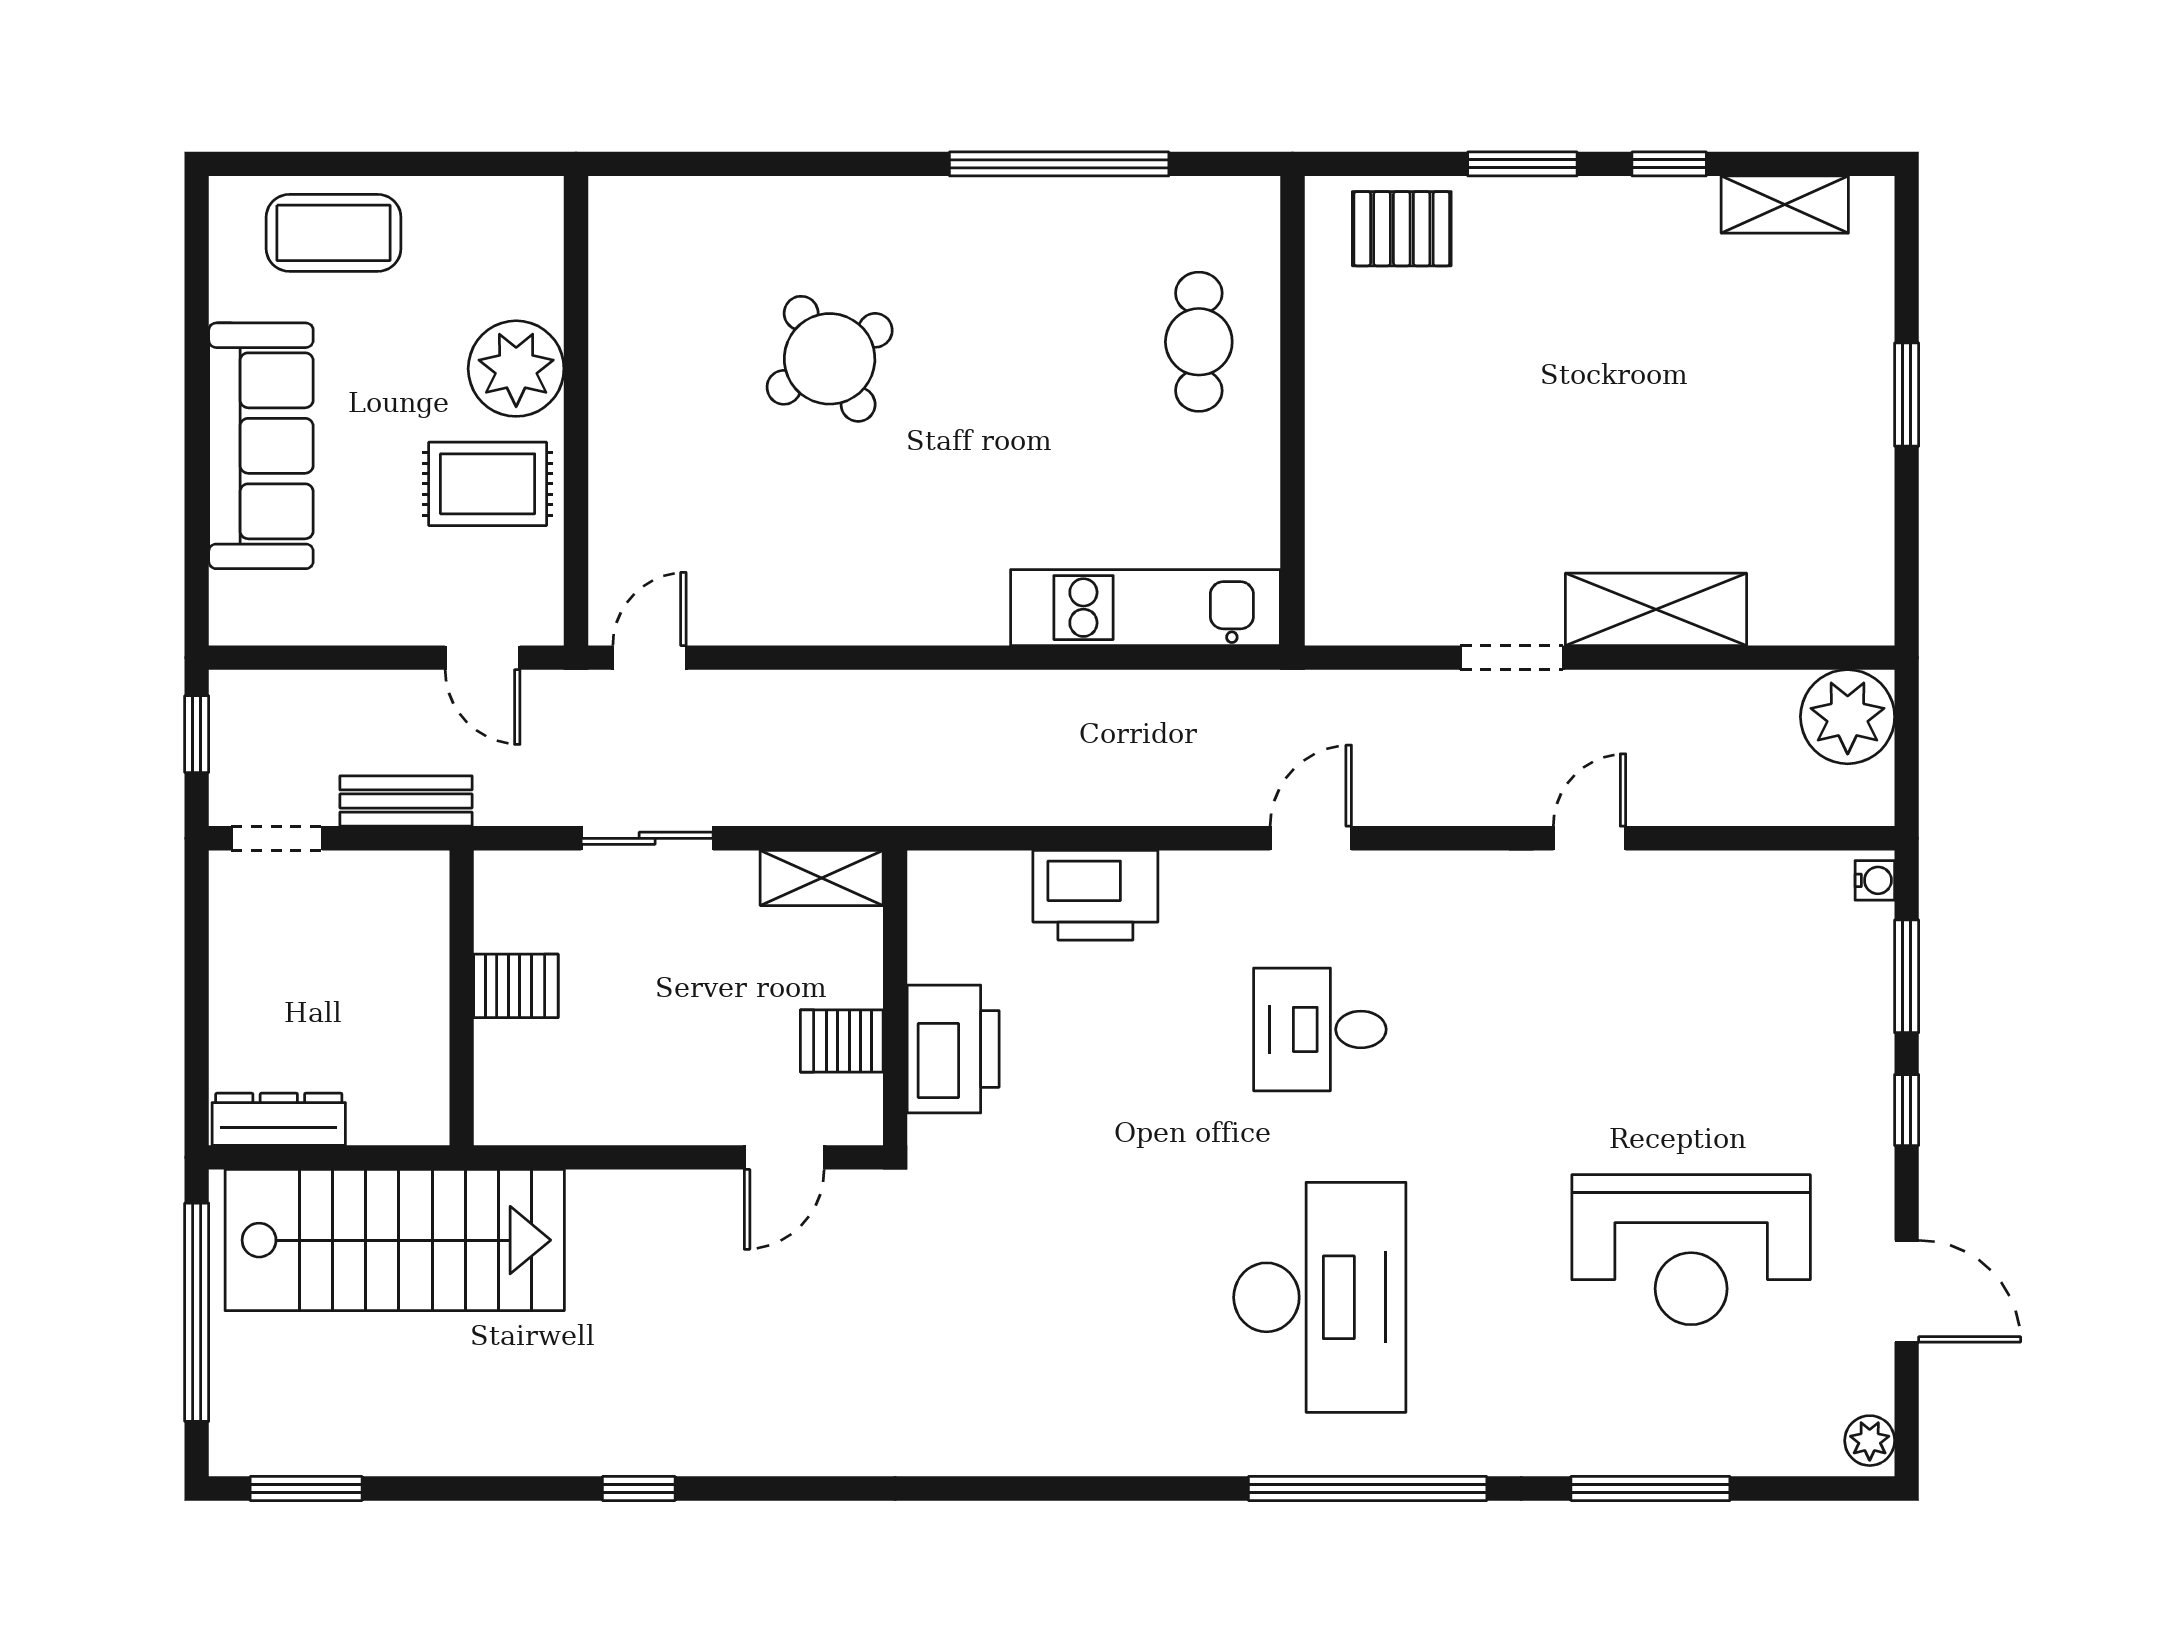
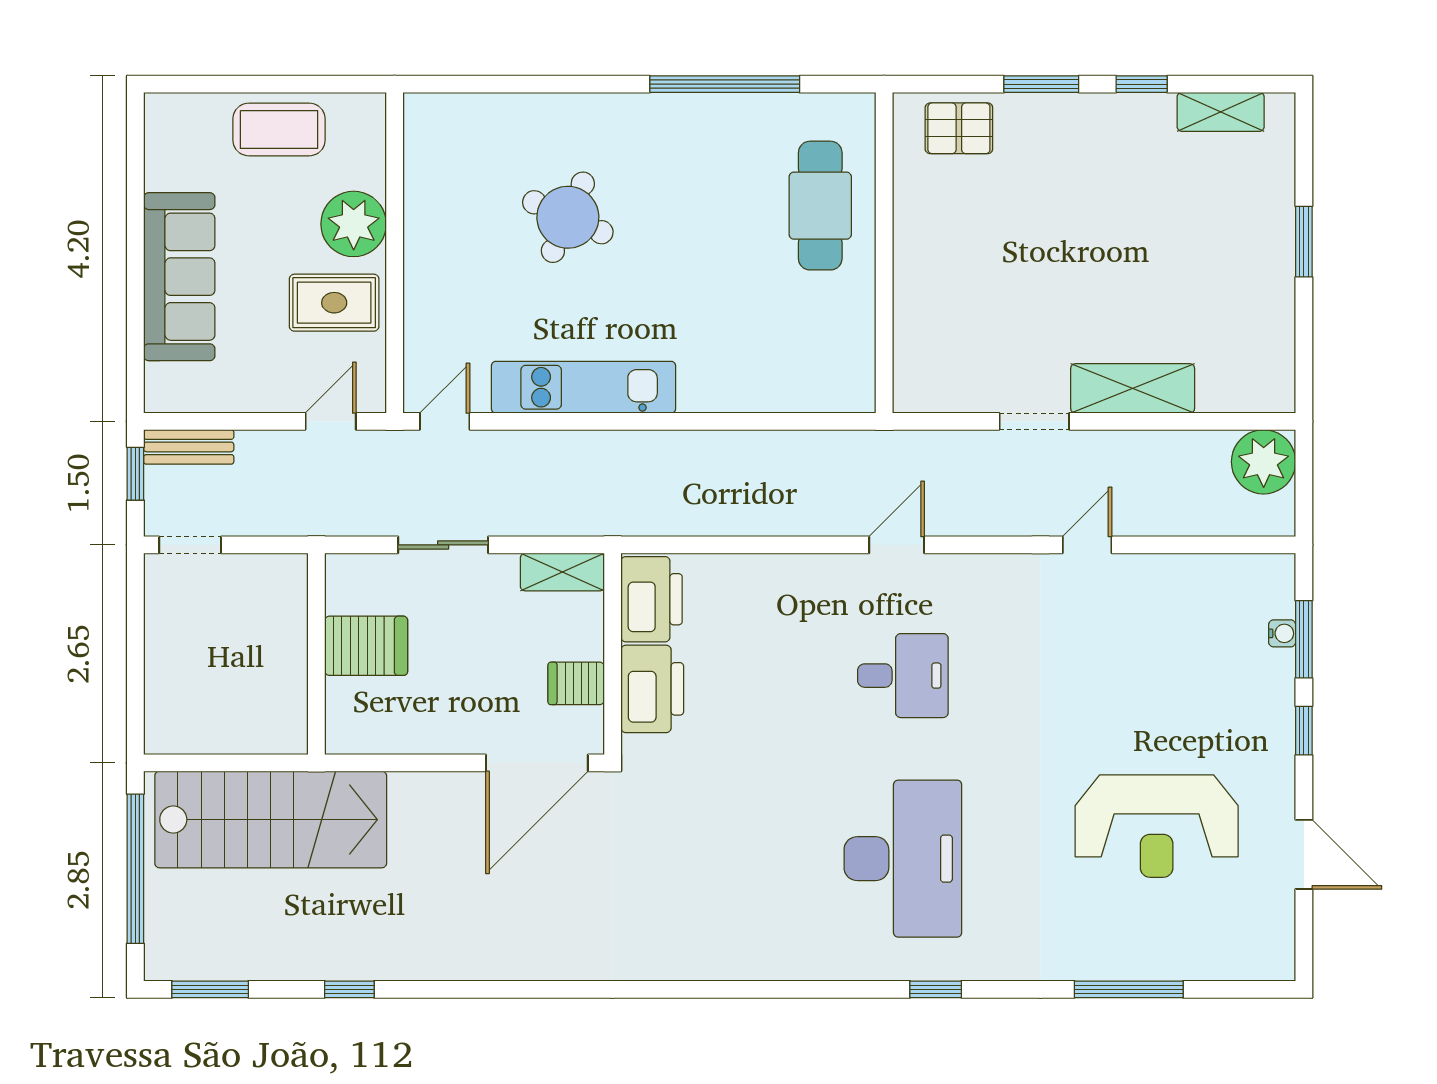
coffee table: (334, 233) -> (279, 129), moved
cafe table: (1199, 342) -> (820, 206), width x1.37, depth x1.35
round table: (830, 359) -> (568, 217), turned -34
kitchen unit: (1146, 608) -> (584, 387), moved
door: (483, 658) -> (331, 421), swing flipped
bench: (406, 801) -> (189, 447), moved
water cooler: (1875, 880) -> (1282, 633), moved
printer: (1095, 895) -> (652, 599), moved, turned -90
server rack: (516, 986) -> (366, 646), width x1.36, depth x1.44
desk: (1320, 1029) -> (903, 676), turned 180
dresser: (279, 1119) -> (191, 737), removed
door: (784, 1157) -> (537, 763), width x1.88
plant: (1870, 1441) -> (1279, 957), removed
window: (639, 1489) -> (349, 989), moved
window: (1368, 1489) -> (936, 989), width x0.32

